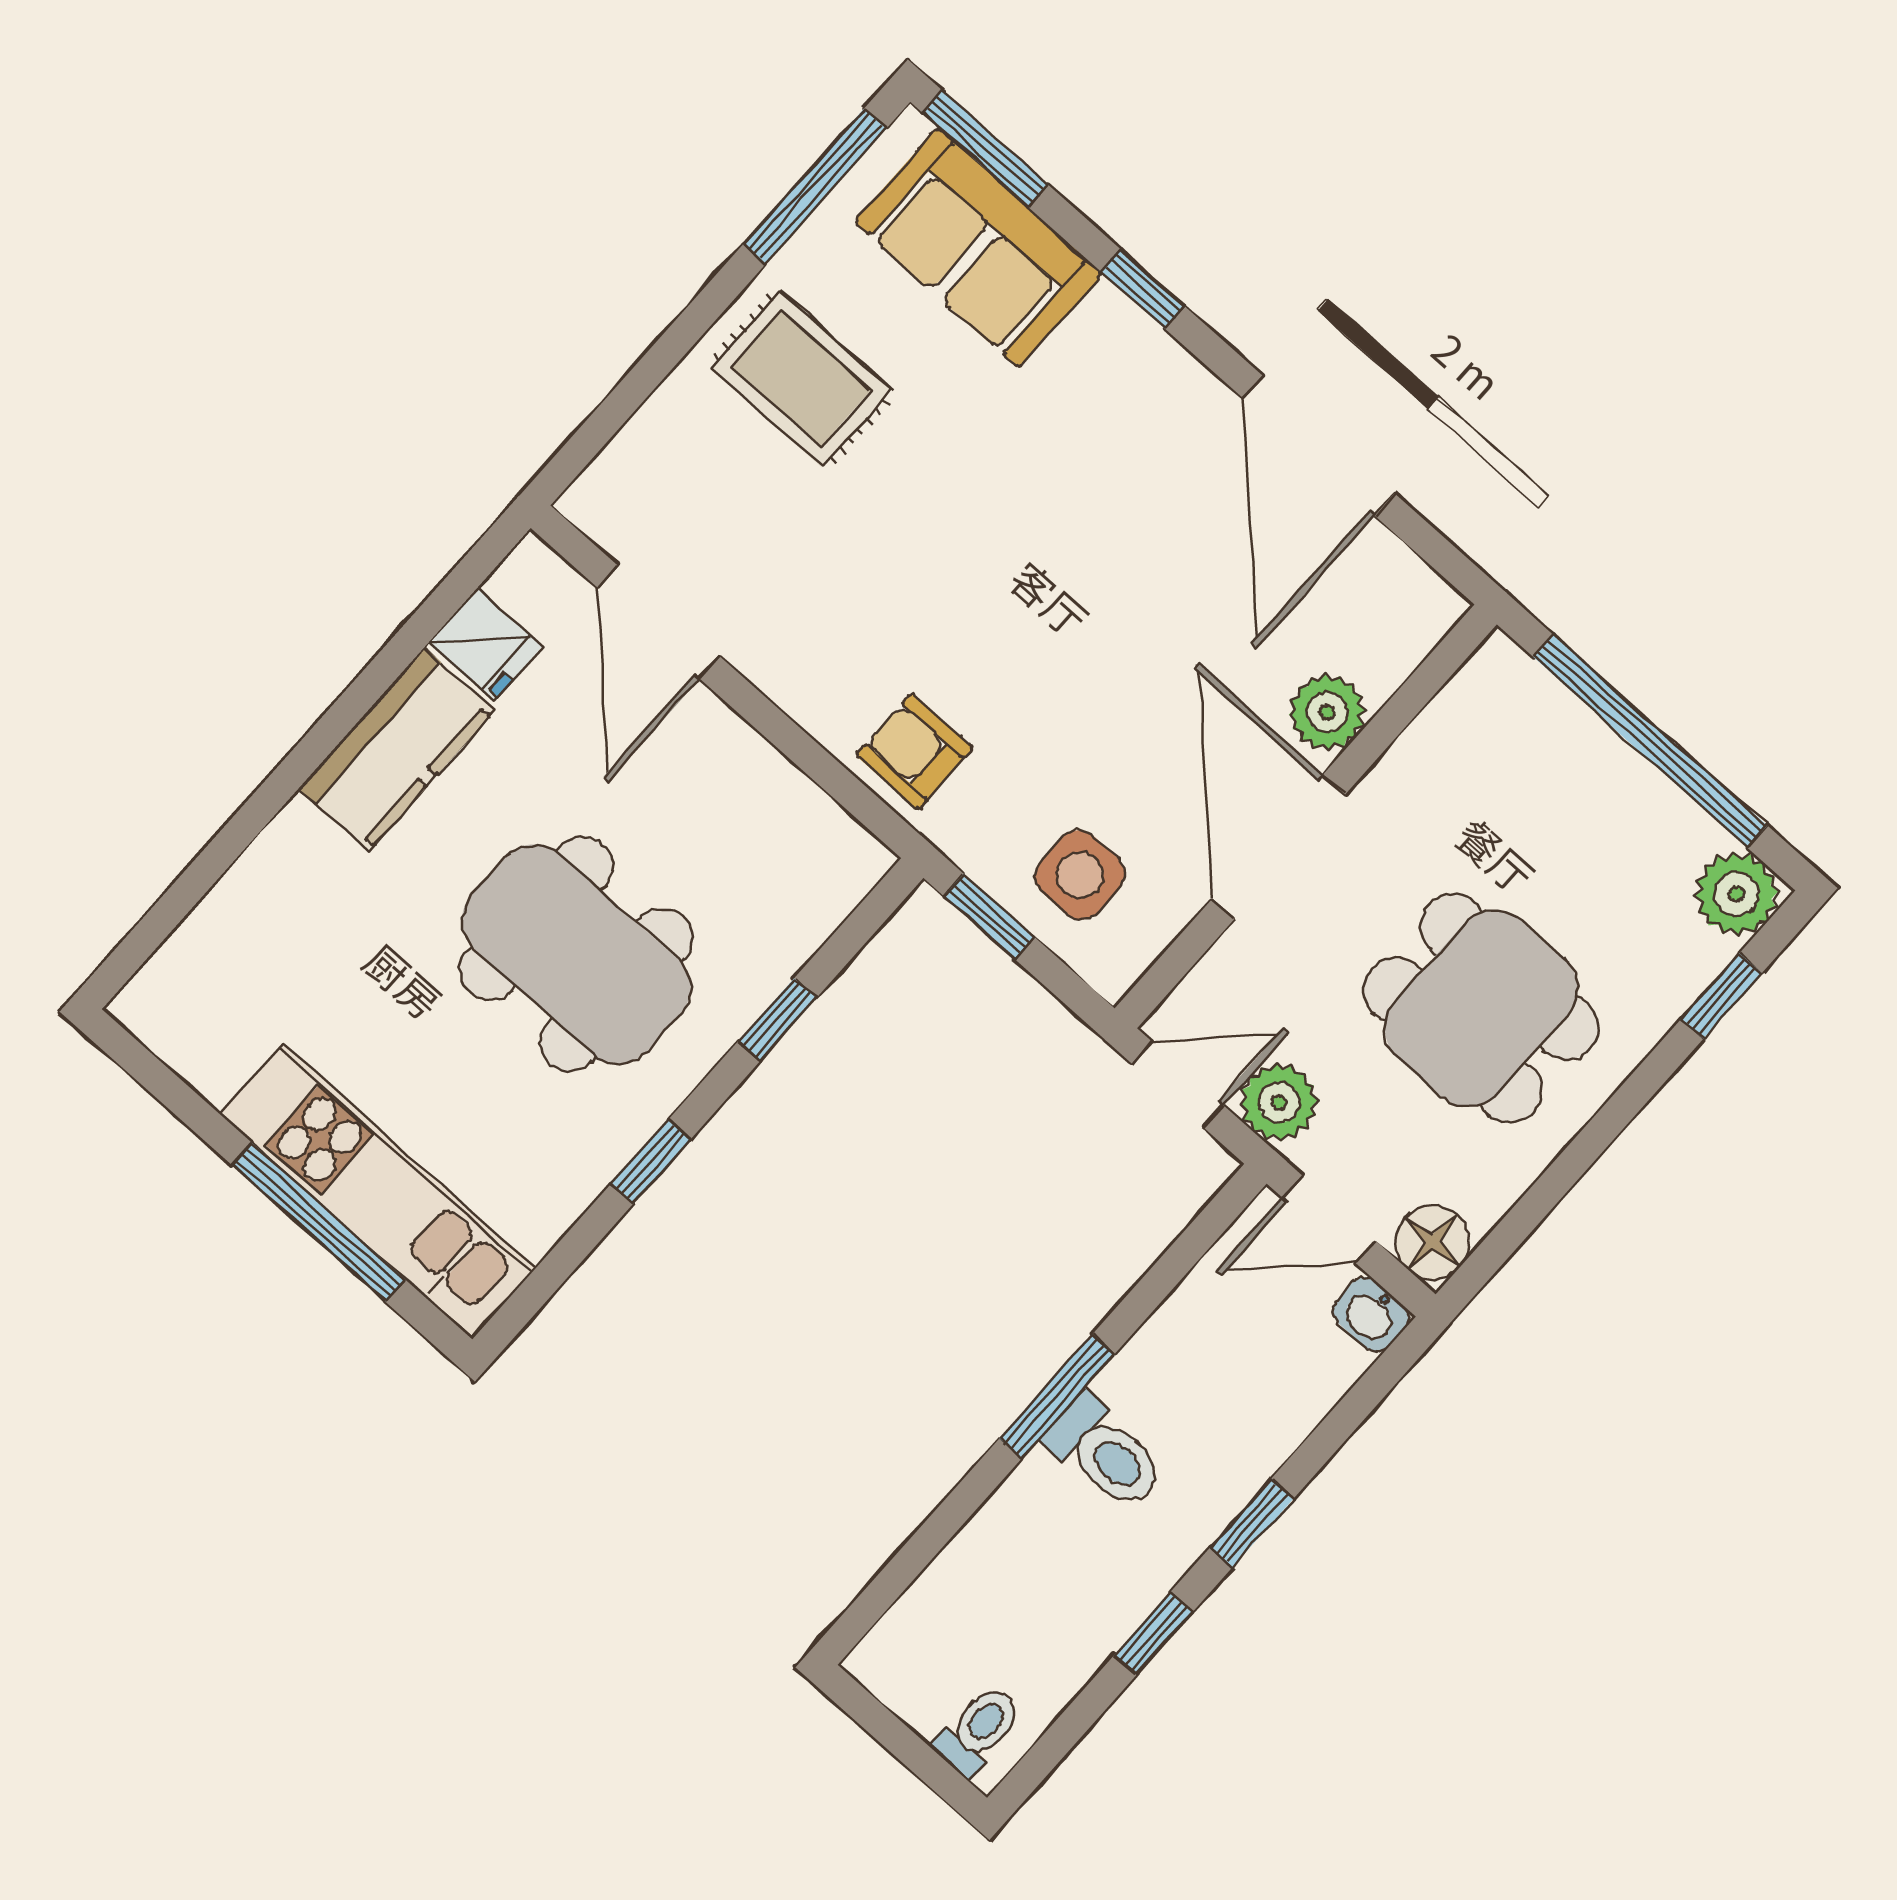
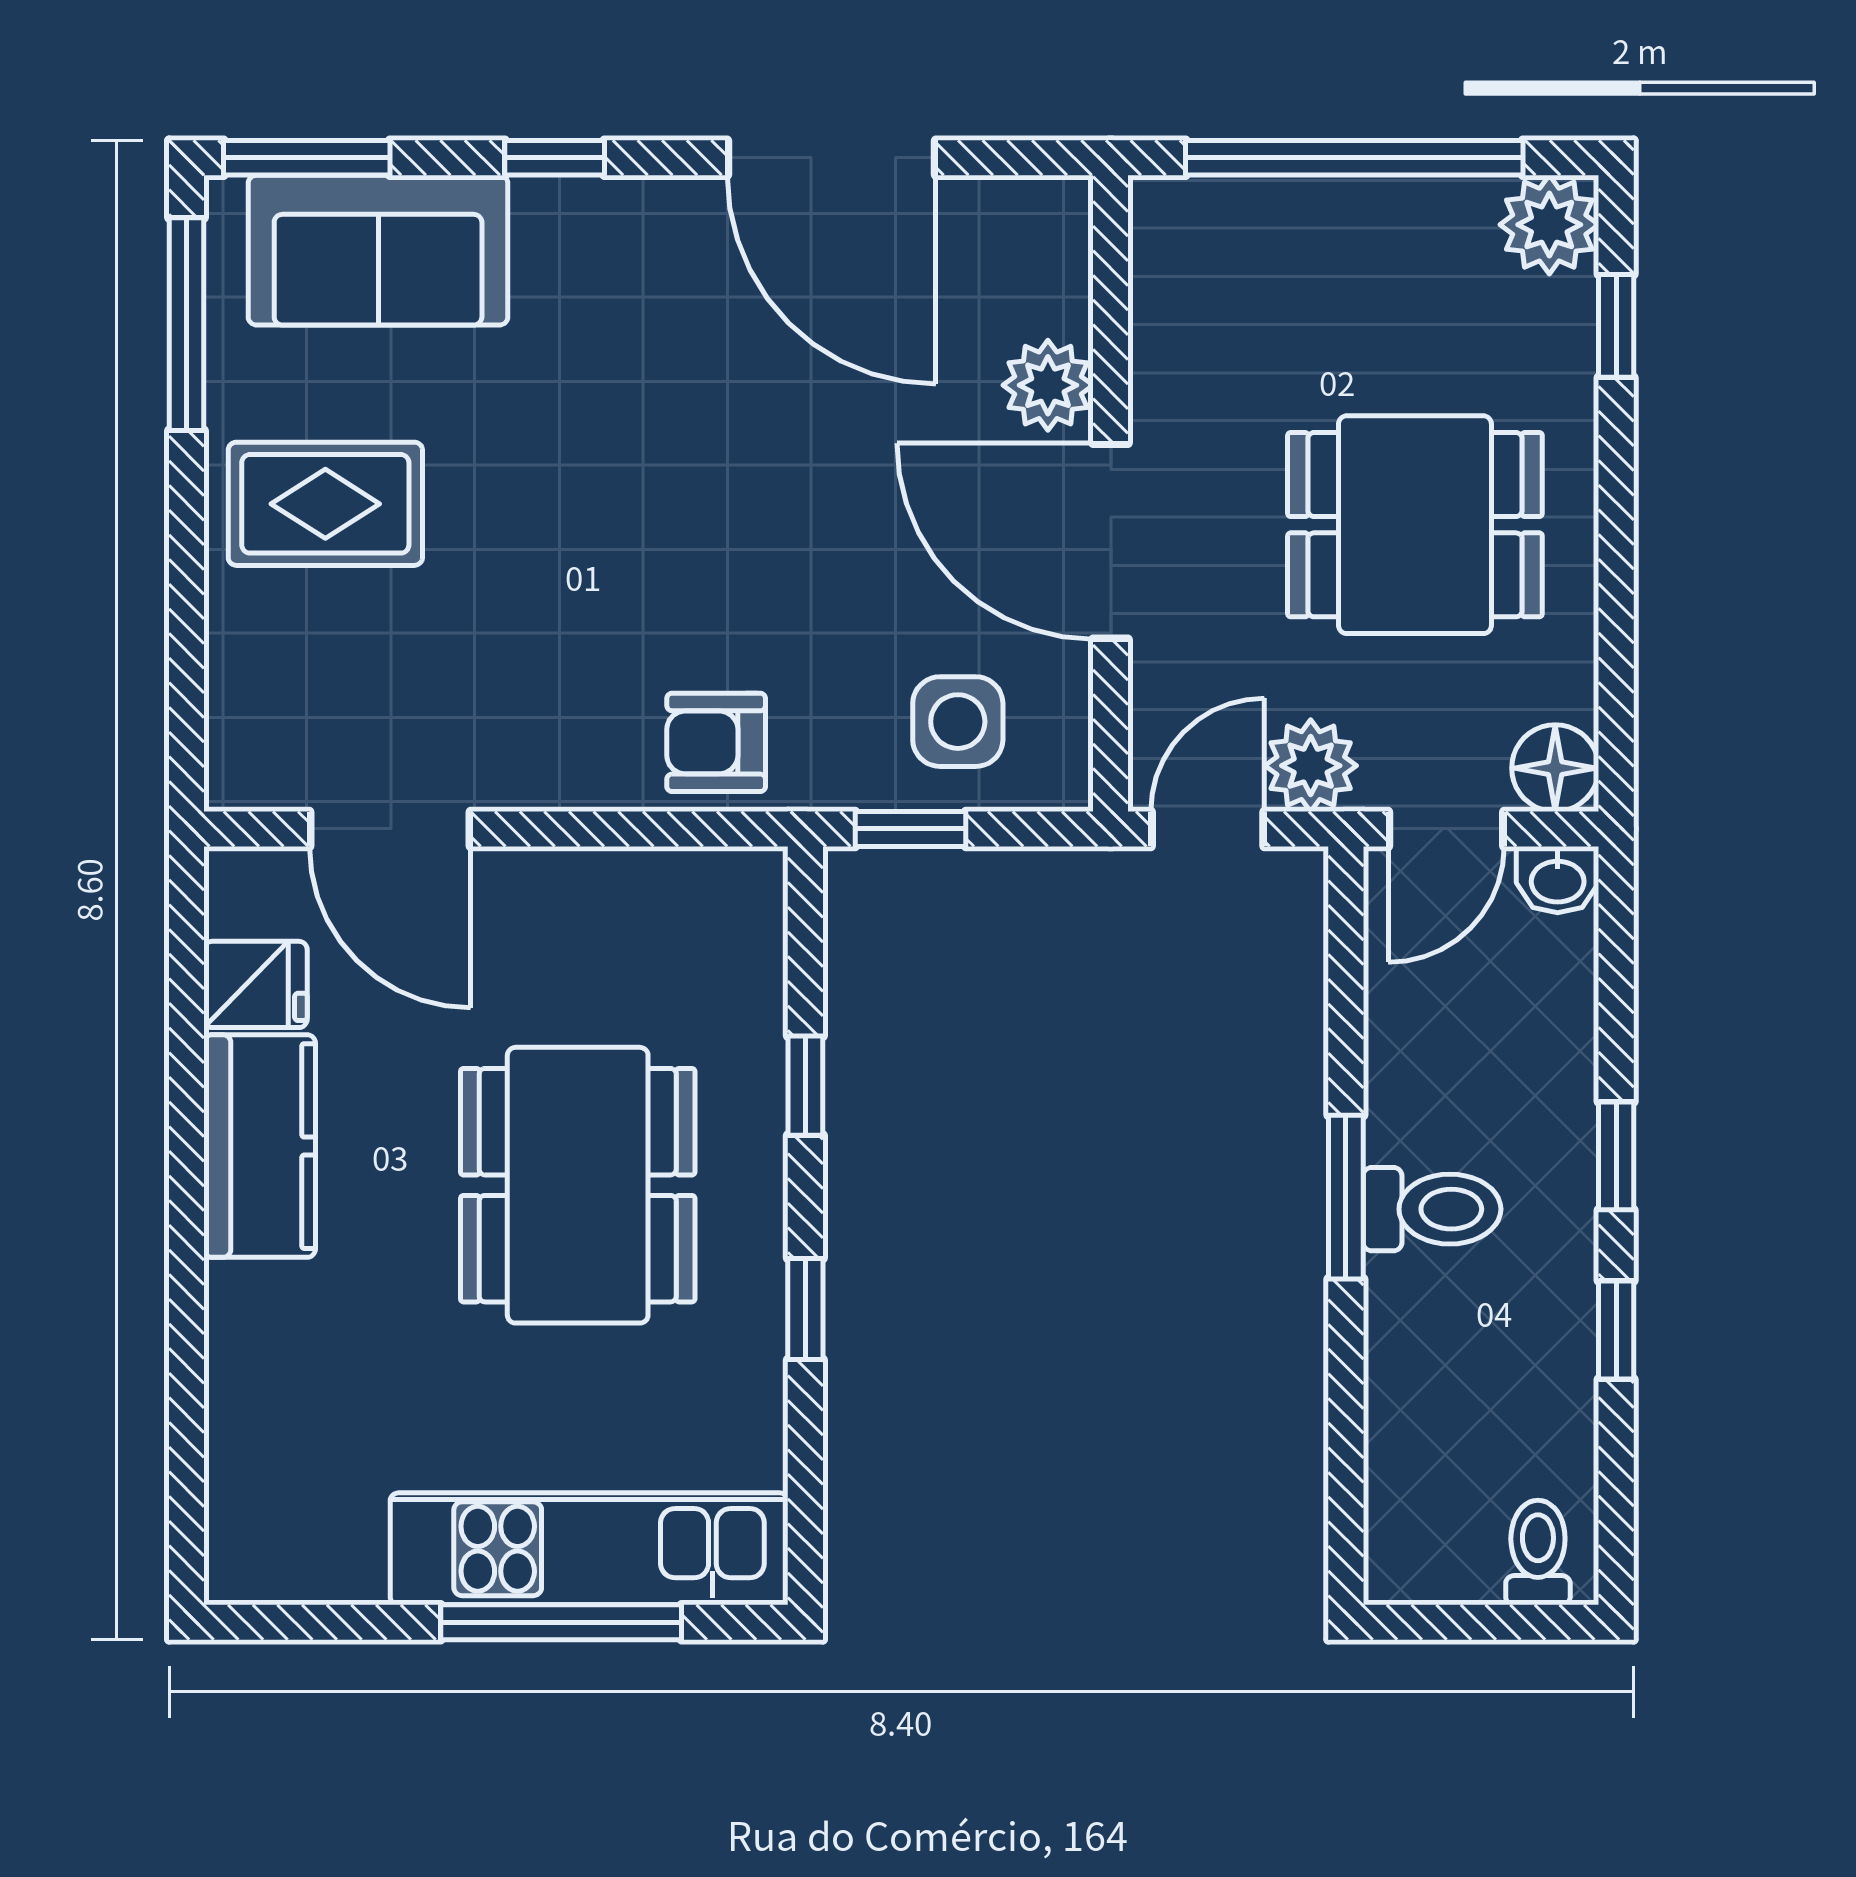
dining table: (576, 954) -> (578, 1185), turned 90

